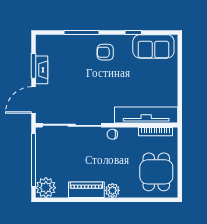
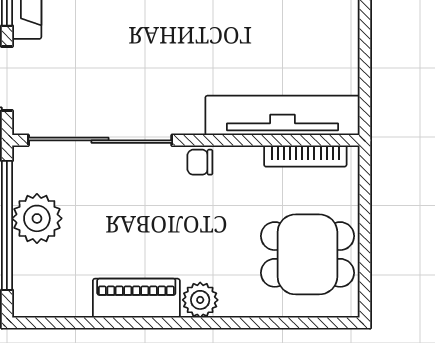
dining table: (156, 172) -> (307, 254), turned 90
plant: (46, 188) -> (37, 218), moved

